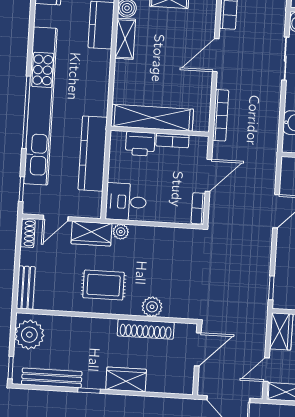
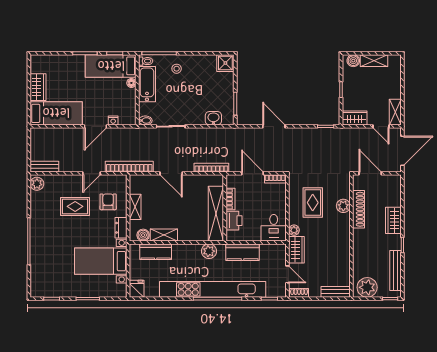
plant: (97, 104) -> (209, 251), added
kitchen counter: (93, 154) -> (242, 252), width x0.67
rug: (104, 285) -> (313, 203), moved

